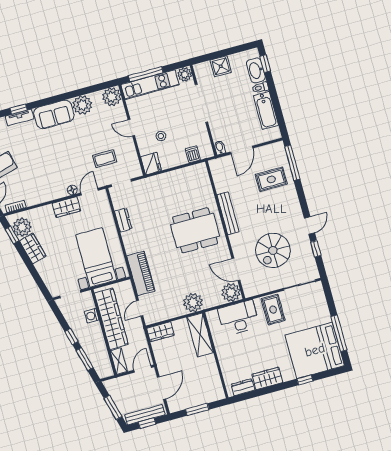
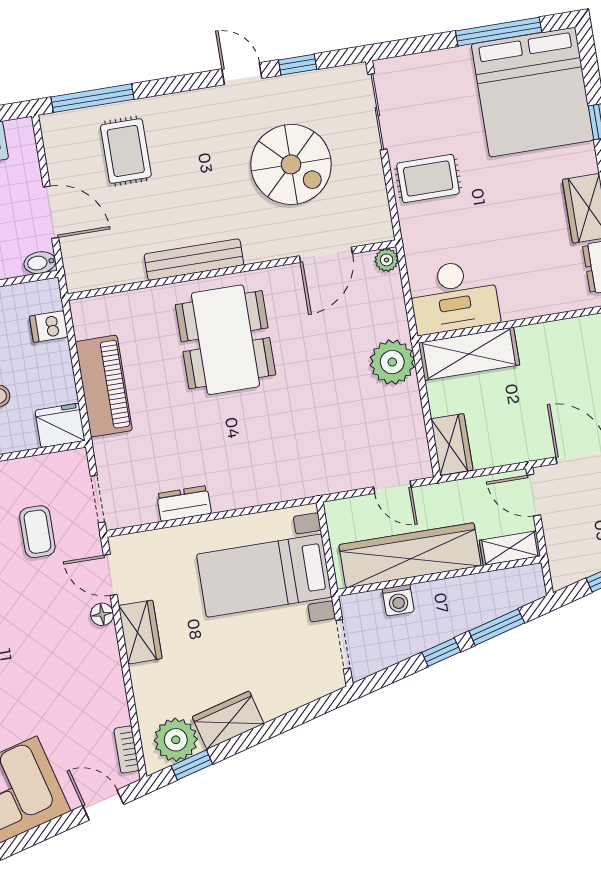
piano: (141, 273) -> (104, 386), moved, turned 90
plant: (231, 292) -> (387, 260), width x0.53, depth x0.53
desk: (239, 318) -> (454, 297), moved, turned -90

